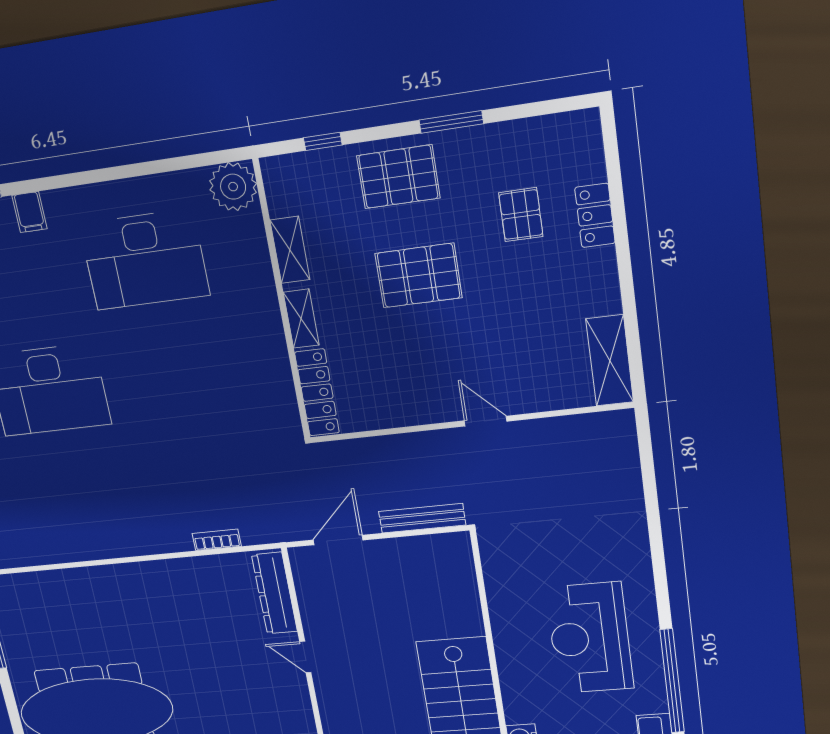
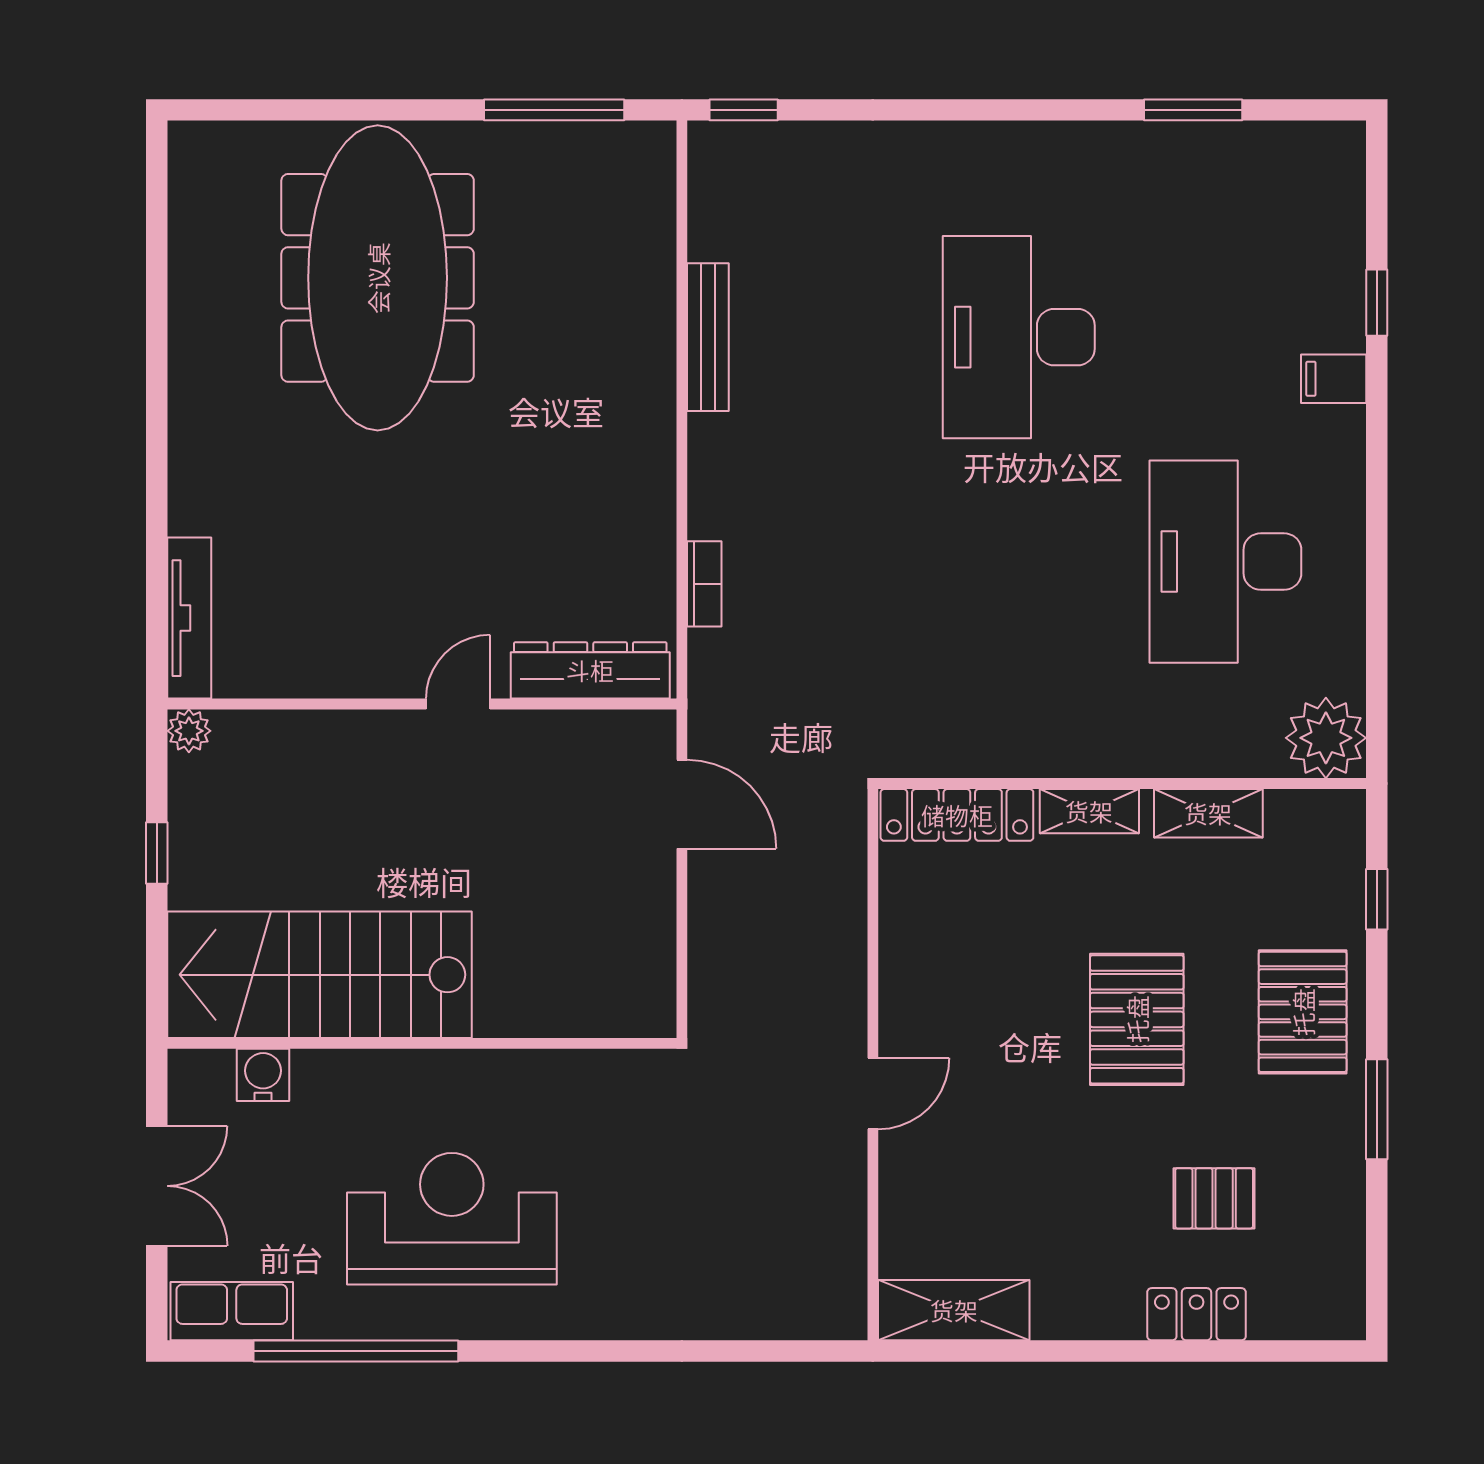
bench: (422, 518) -> (708, 337), moved

